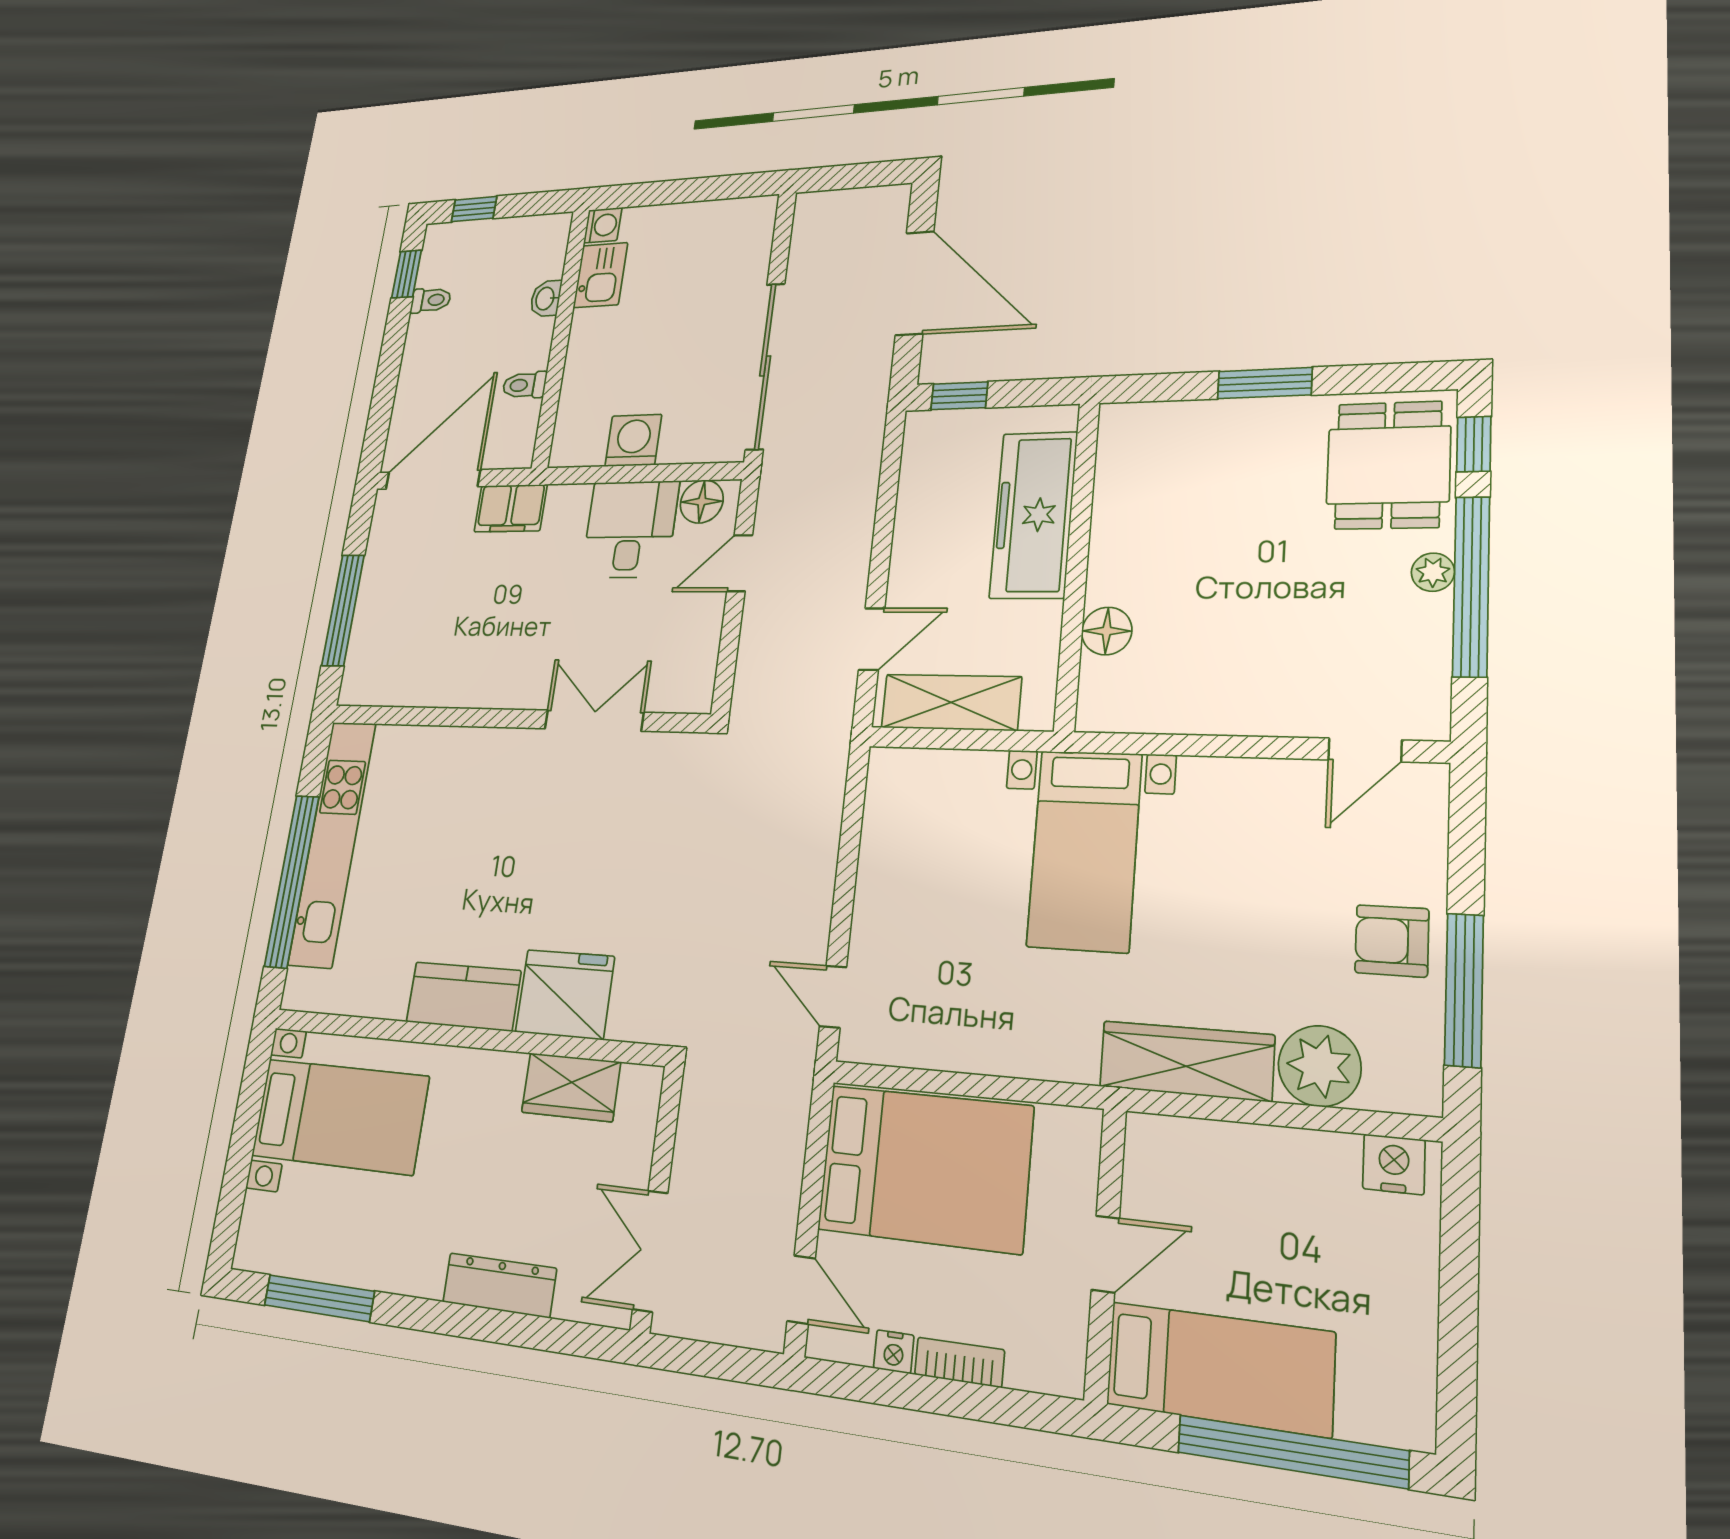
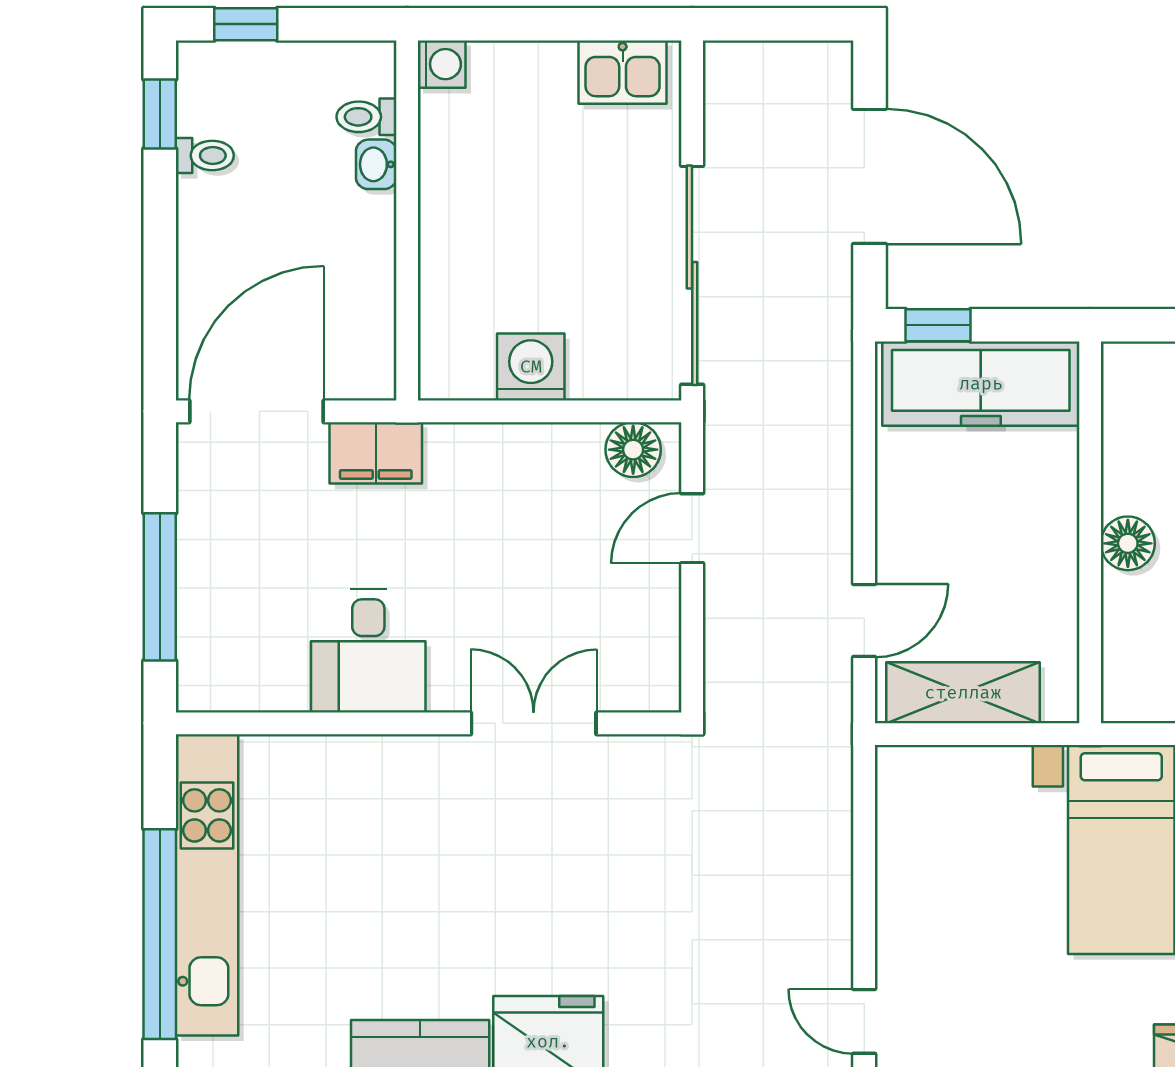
kitchen sink: (600, 275) -> (623, 72), moved, turned 90
toilet: (525, 385) -> (366, 117), moved
freezer: (1034, 515) -> (981, 384), moved, turned -90
desk: (630, 529) -> (368, 651), moved, turned 180
floor lamp: (1107, 631) -> (1128, 543), moved

